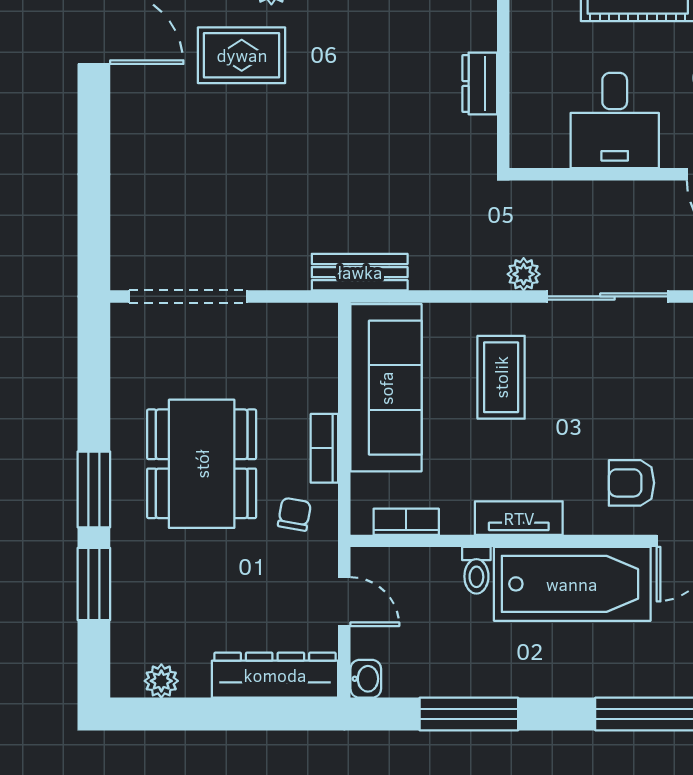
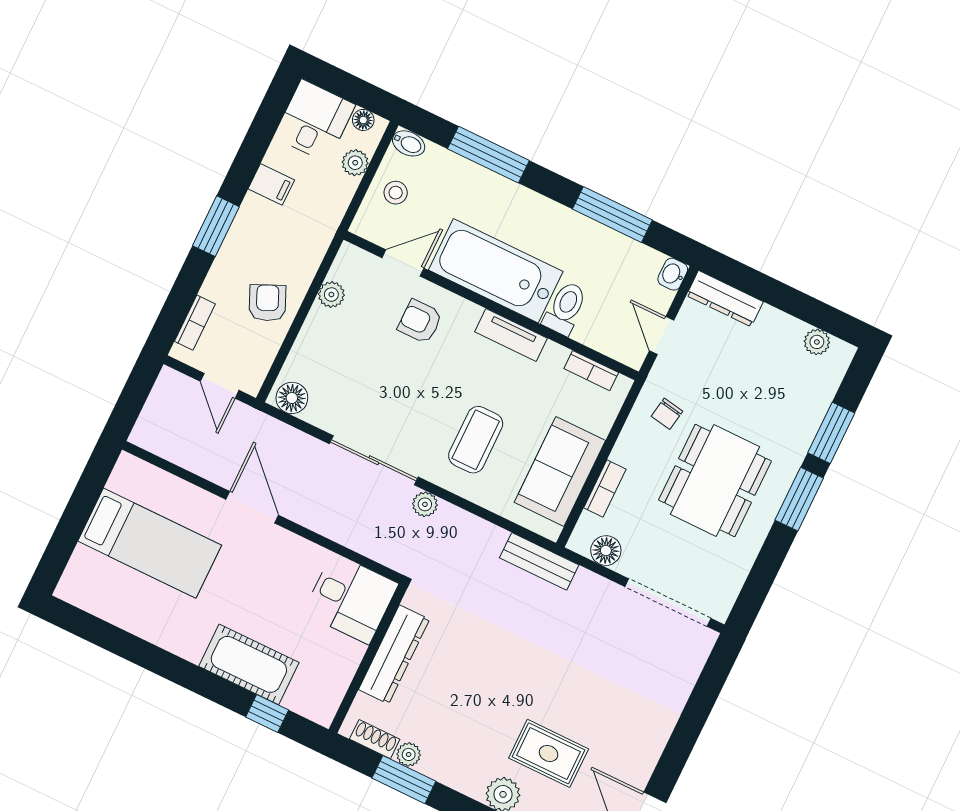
dresser: (480, 83) -> (394, 654), width x1.96, depth x1.24
desk: (615, 121) -> (351, 598), moved, turned 90
floor lamp: (289, 322) -> (606, 551), added
sofa: (386, 388) -> (560, 471), width x0.73
bookcase: (324, 448) -> (605, 489), moved
armchair: (631, 483) -> (420, 321), turned 180
toilet: (476, 570) -> (565, 308), width x1.37, depth x1.39
dresser: (275, 675) -> (725, 299), width x0.73, depth x0.80

